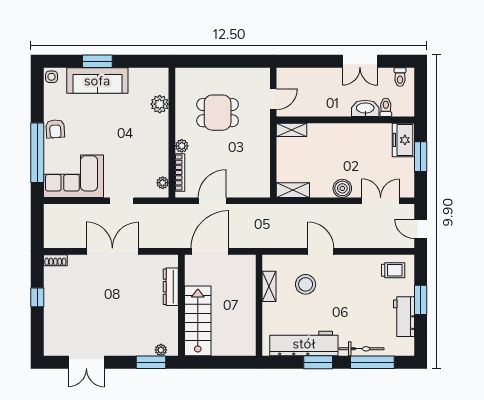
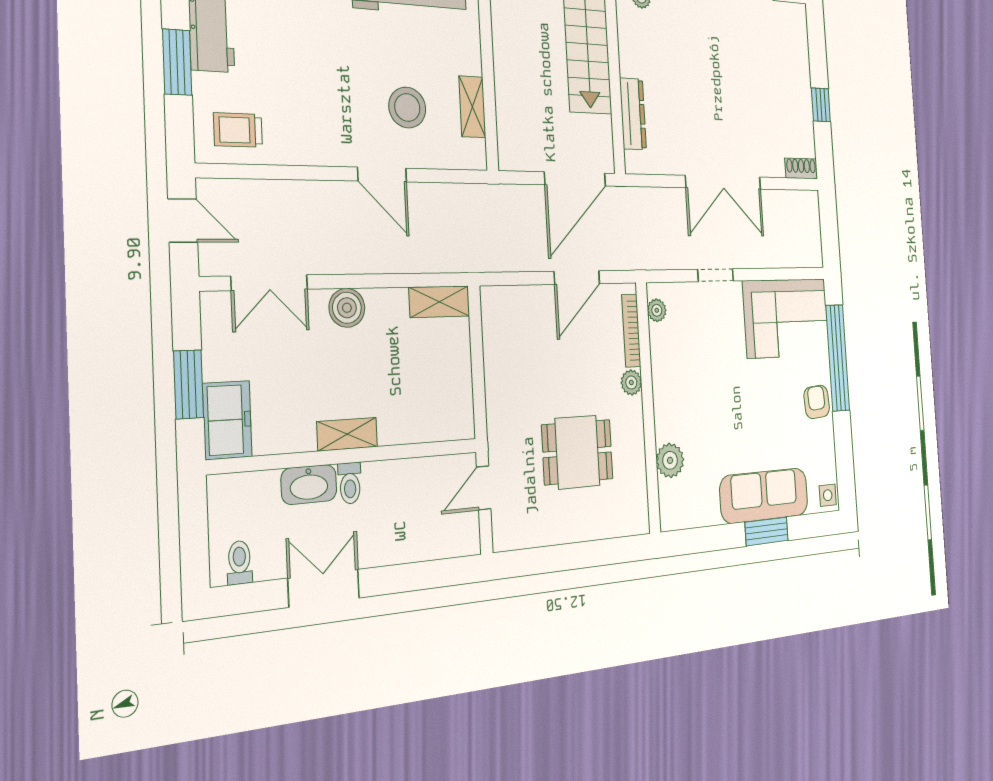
toilet: (386, 107) -> (350, 483), moved
shelving: (292, 130) -> (347, 434), moved

